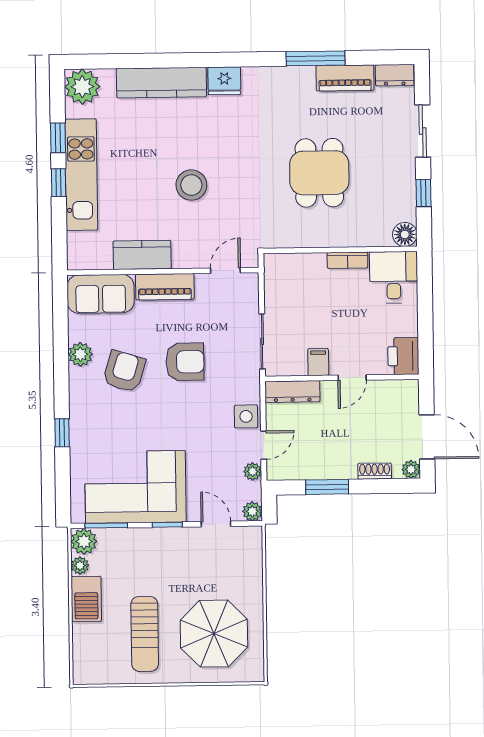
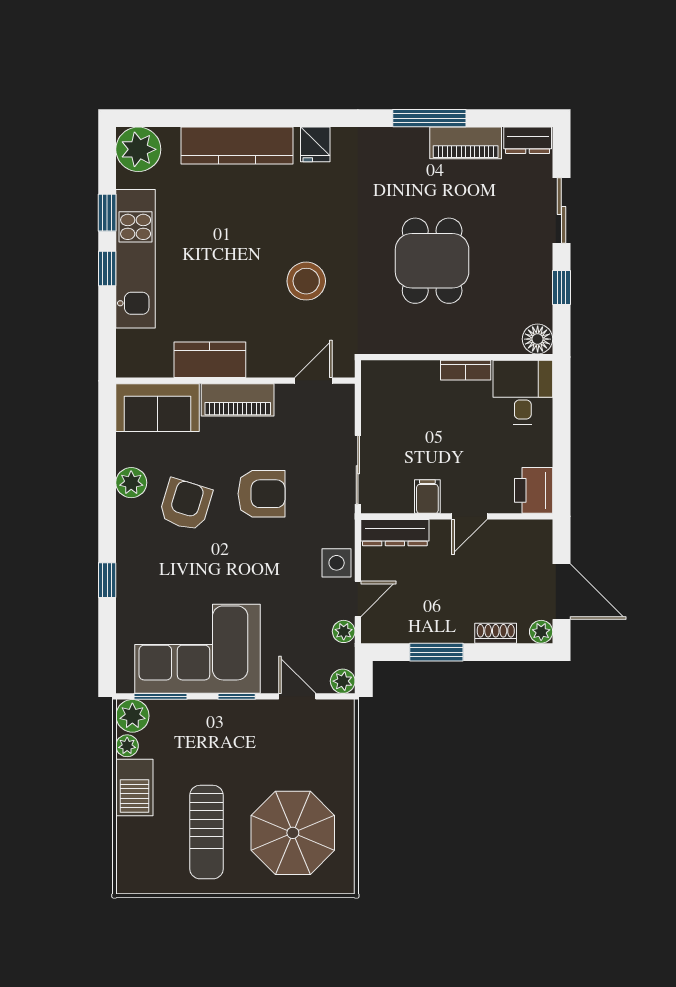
fridge: (224, 81) -> (315, 144), width x0.72
stool: (191, 185) -> (306, 281), moved

